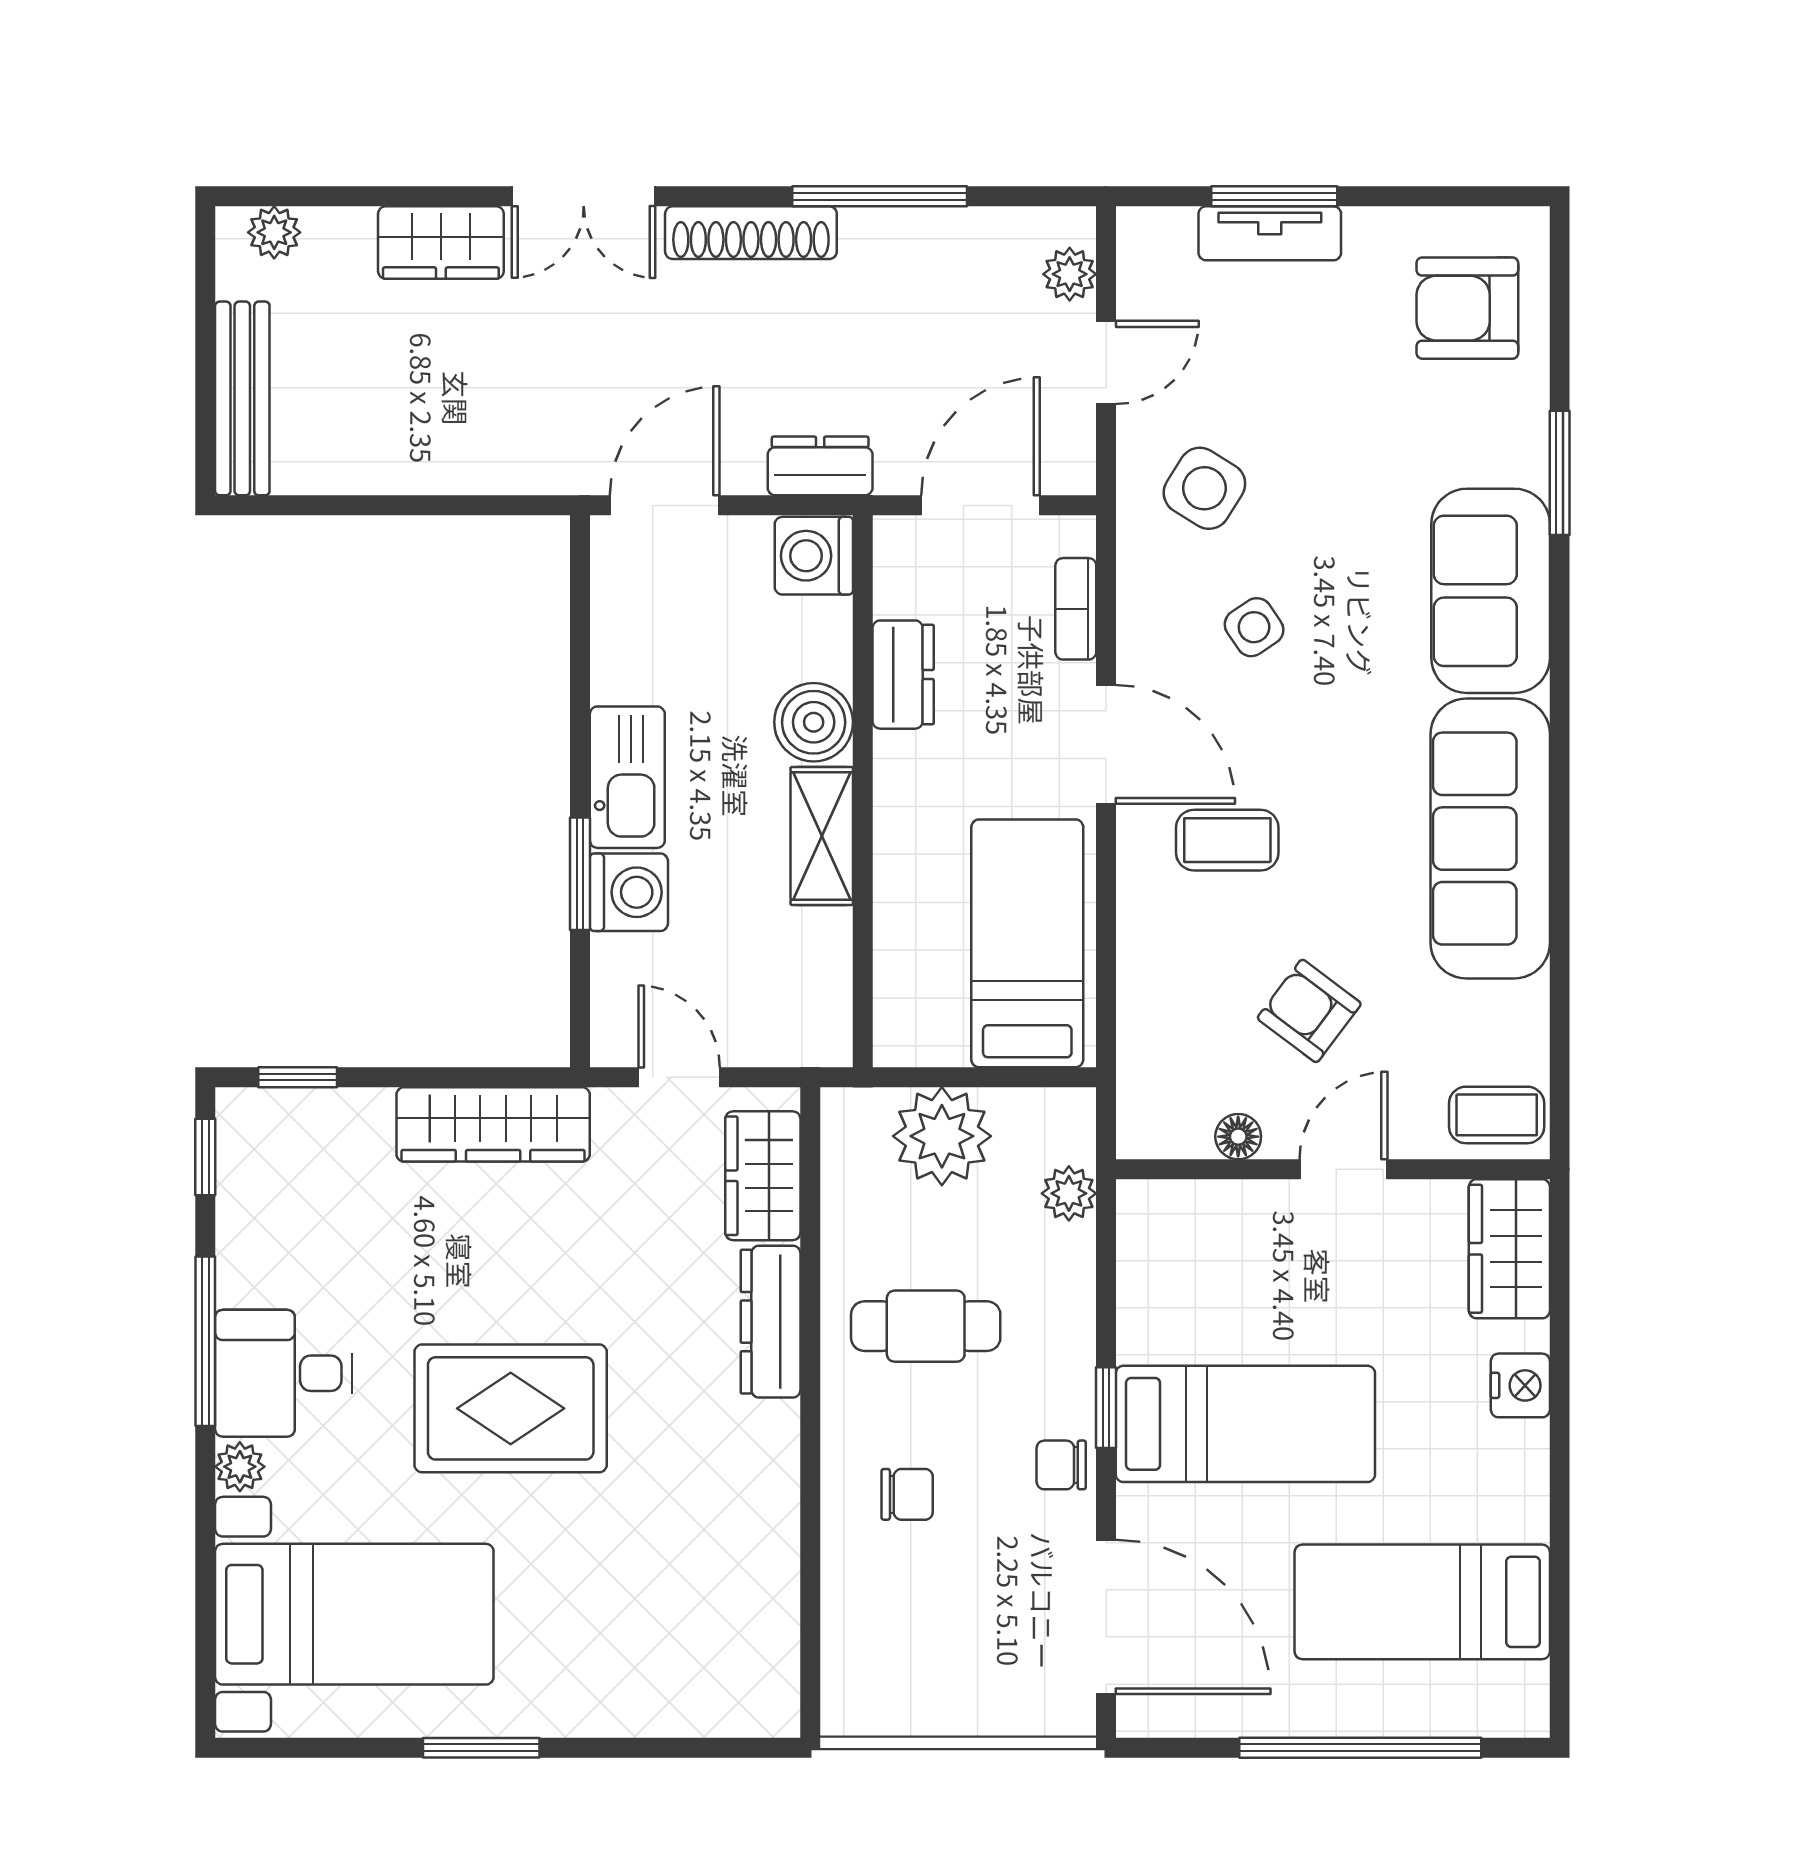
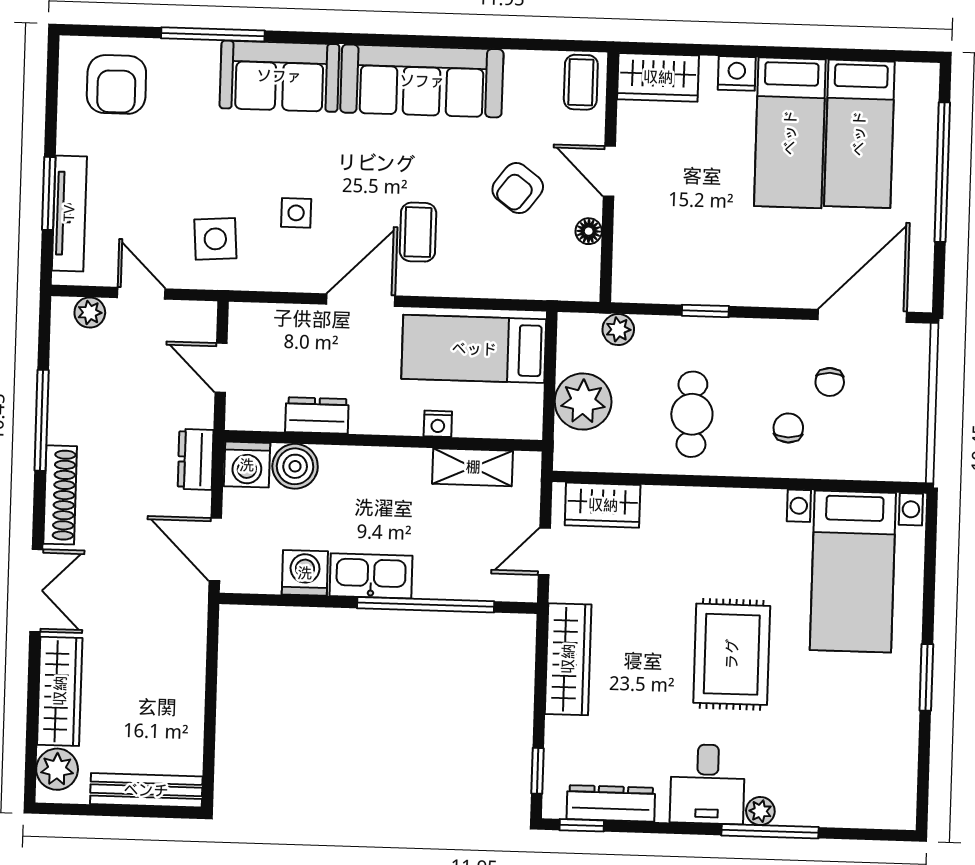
plant: (274, 232) -> (57, 769), width x1.38, depth x1.38
tv unit: (1270, 233) -> (69, 213), width x1.41
wardrobe: (441, 243) -> (60, 691), width x1.50
window: (1560, 473) -> (213, 34), width x1.44
side table: (1204, 488) -> (215, 239), turned -36
door: (981, 505) -> (221, 368), width x0.73
bookcase: (1076, 609) -> (282, 315), removed
side table: (1254, 627) -> (296, 213), turned 34
boiler: (814, 722) -> (295, 466), moved
shelving: (822, 836) -> (473, 467), moved
window: (580, 874) -> (426, 605), width x2.11
nightstand: (895, 885) -> (438, 424), added
washing machine: (629, 892) -> (305, 573), moved
dresser: (771, 1322) -> (611, 803), moved, turned 180
window: (205, 1341) -> (770, 831), moved
window: (1106, 1408) -> (705, 311), moved
bed: (1245, 1424) -> (790, 133), moved, turned 180
chair: (1061, 1465) -> (830, 382), moved
bed with nightstands: (354, 1614) -> (853, 572), moved, turned 180

